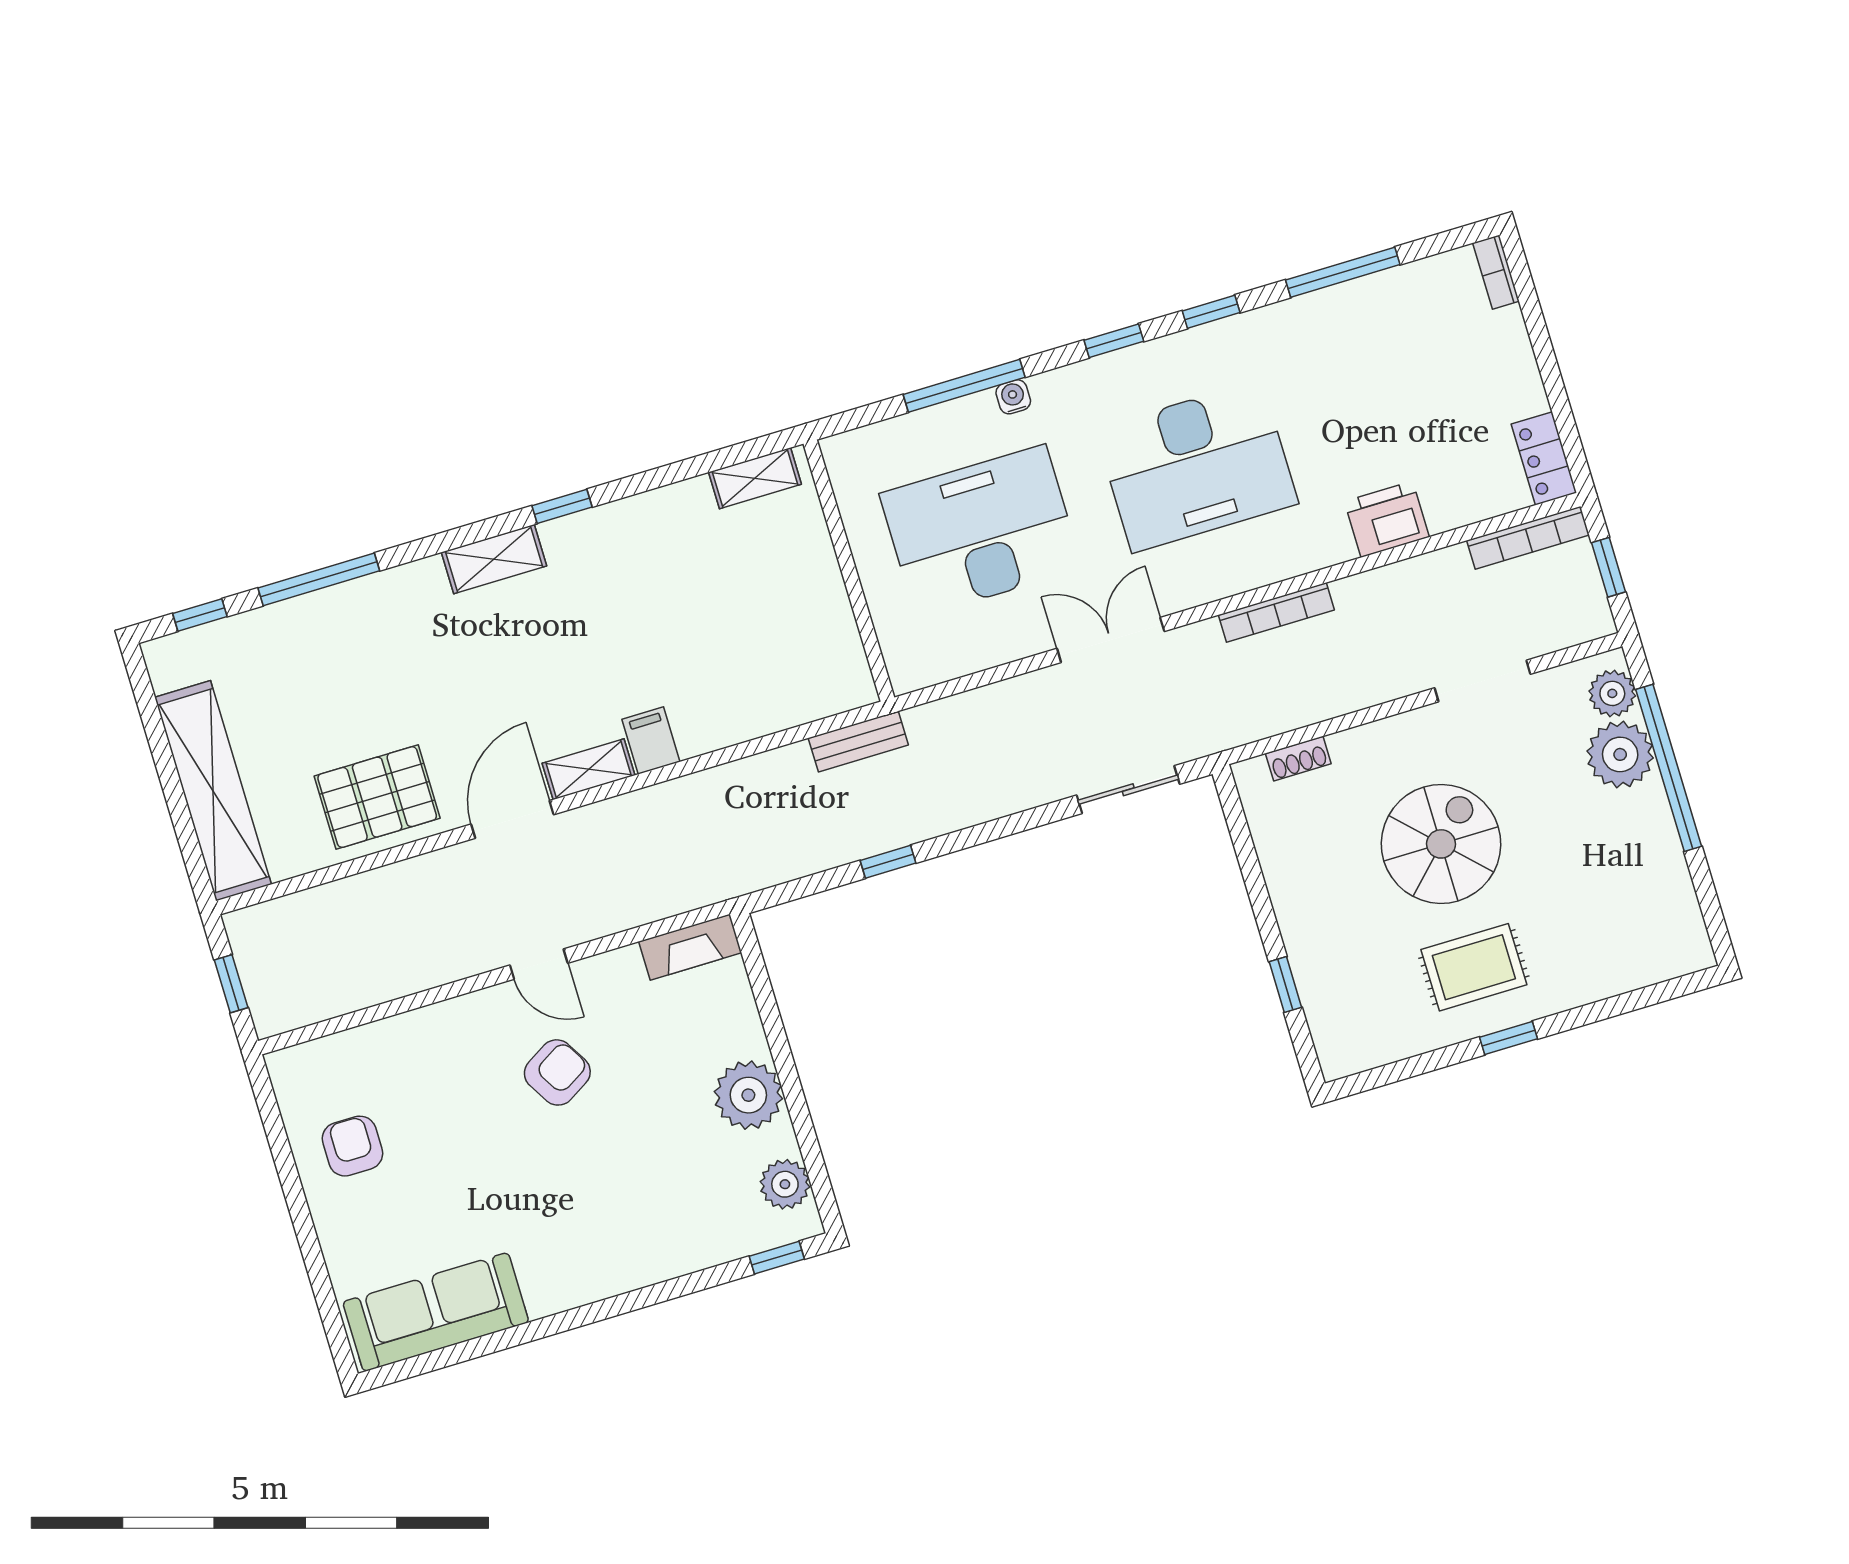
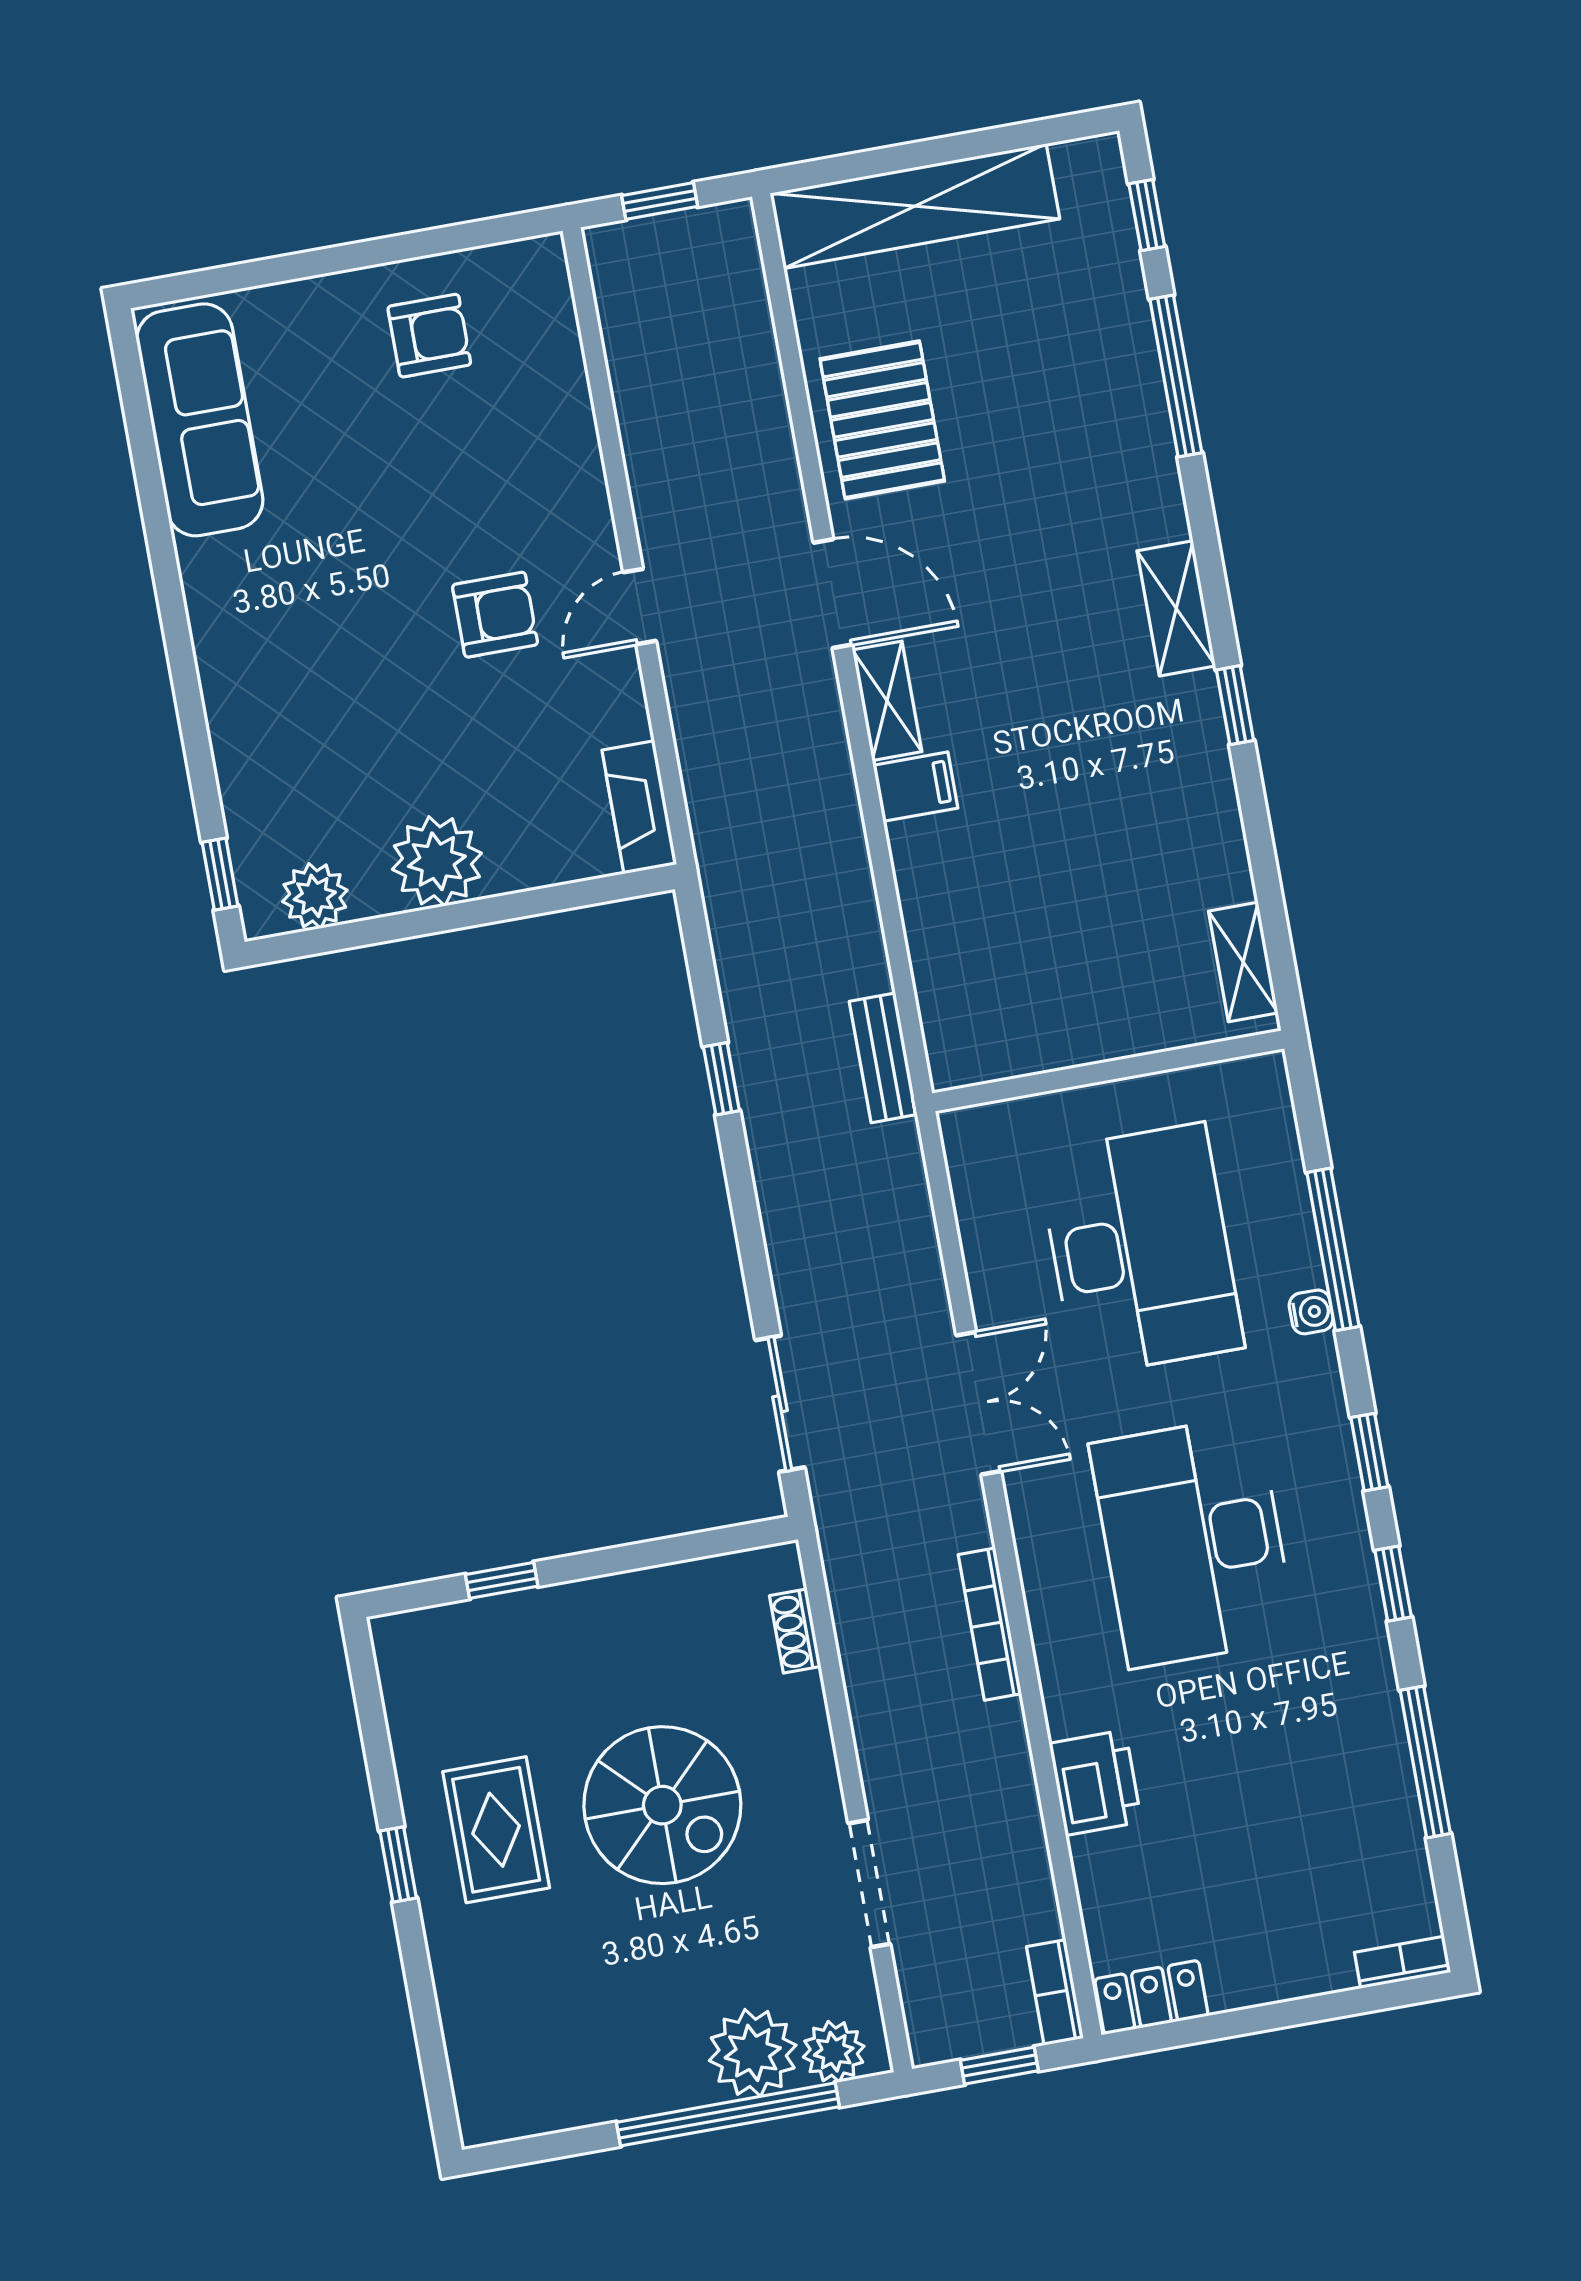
bookcase: (1528, 538) -> (1055, 1992), width x0.64
armchair: (557, 1072) -> (495, 615), turned -59

